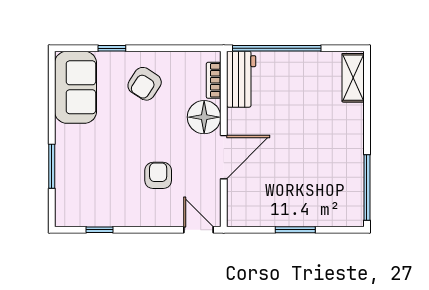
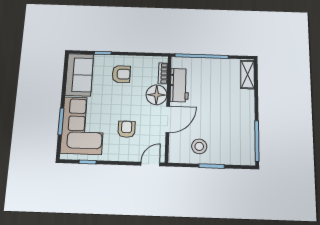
workbench: (241, 79) -> (179, 85), moved
armchair: (145, 84) -> (121, 74), turned -123
corner sofa: (88, 172) -> (83, 125), added
stool: (275, 199) -> (199, 146), added
door: (198, 230) -> (150, 164), hinge flipped

